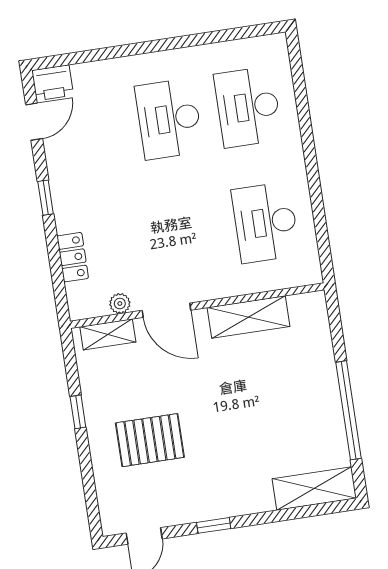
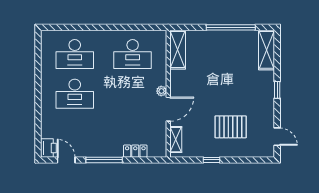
window: (46, 198) -> (104, 160), width x2.17
plant: (120, 304) -> (161, 91), moved
shelving: (248, 317) -> (178, 50), moved
pallet: (150, 440) -> (231, 127), turned 90
window: (214, 525) -> (277, 90), moved

